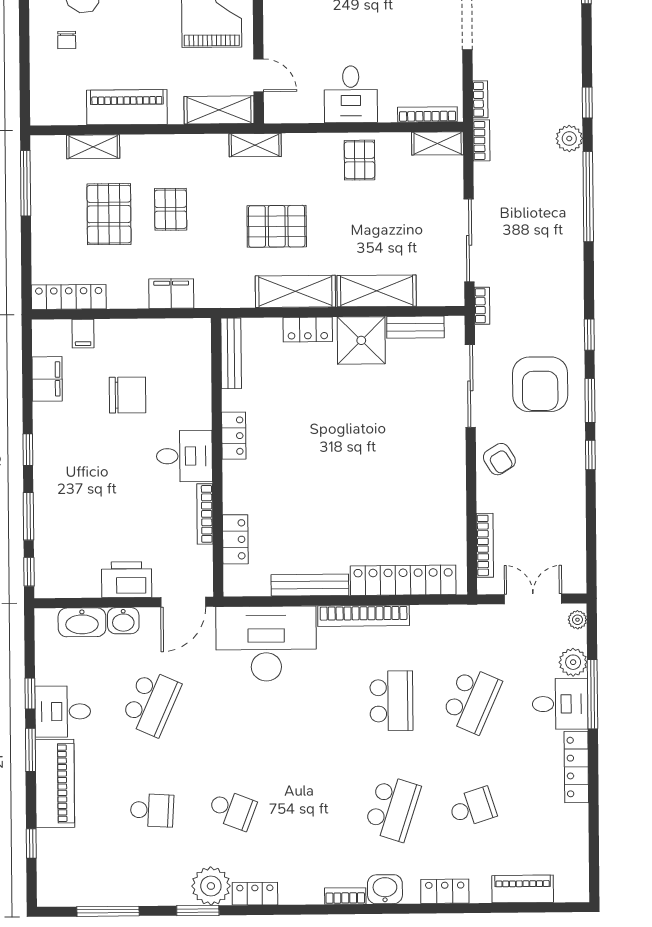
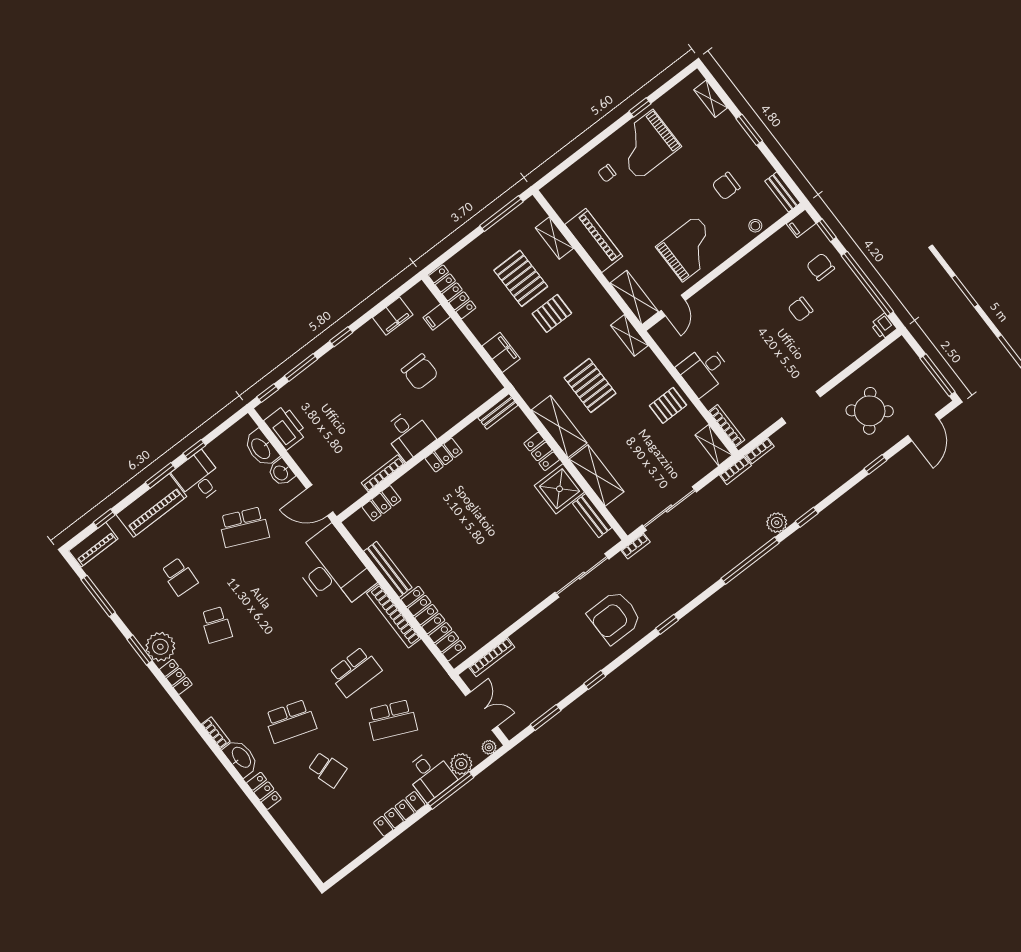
pallet: (109, 214) -> (521, 278), turned 90
bench: (231, 353) -> (498, 411), width x0.73
window: (590, 401) -> (546, 718), moved
armchair: (499, 459) -> (551, 627), removed
printer: (127, 580) -> (286, 427), moved
washbasin: (385, 889) -> (241, 758), width x1.38
piano: (523, 889) -> (93, 545), moved, turned 90

